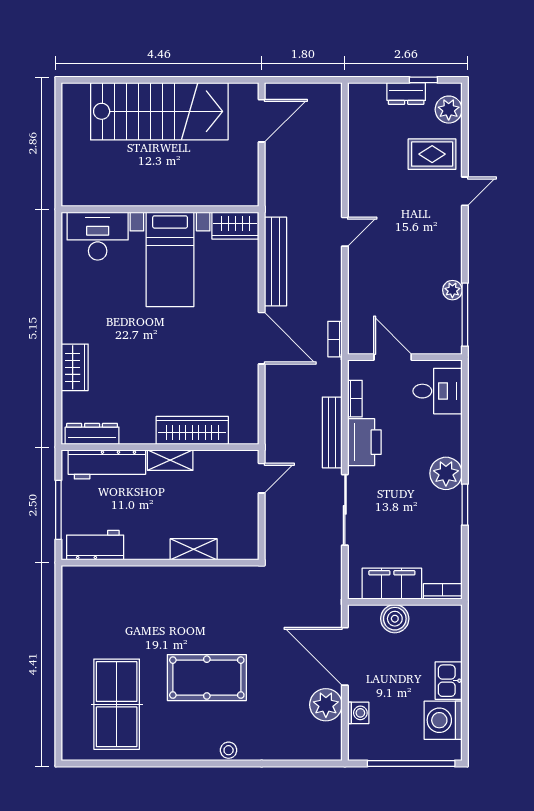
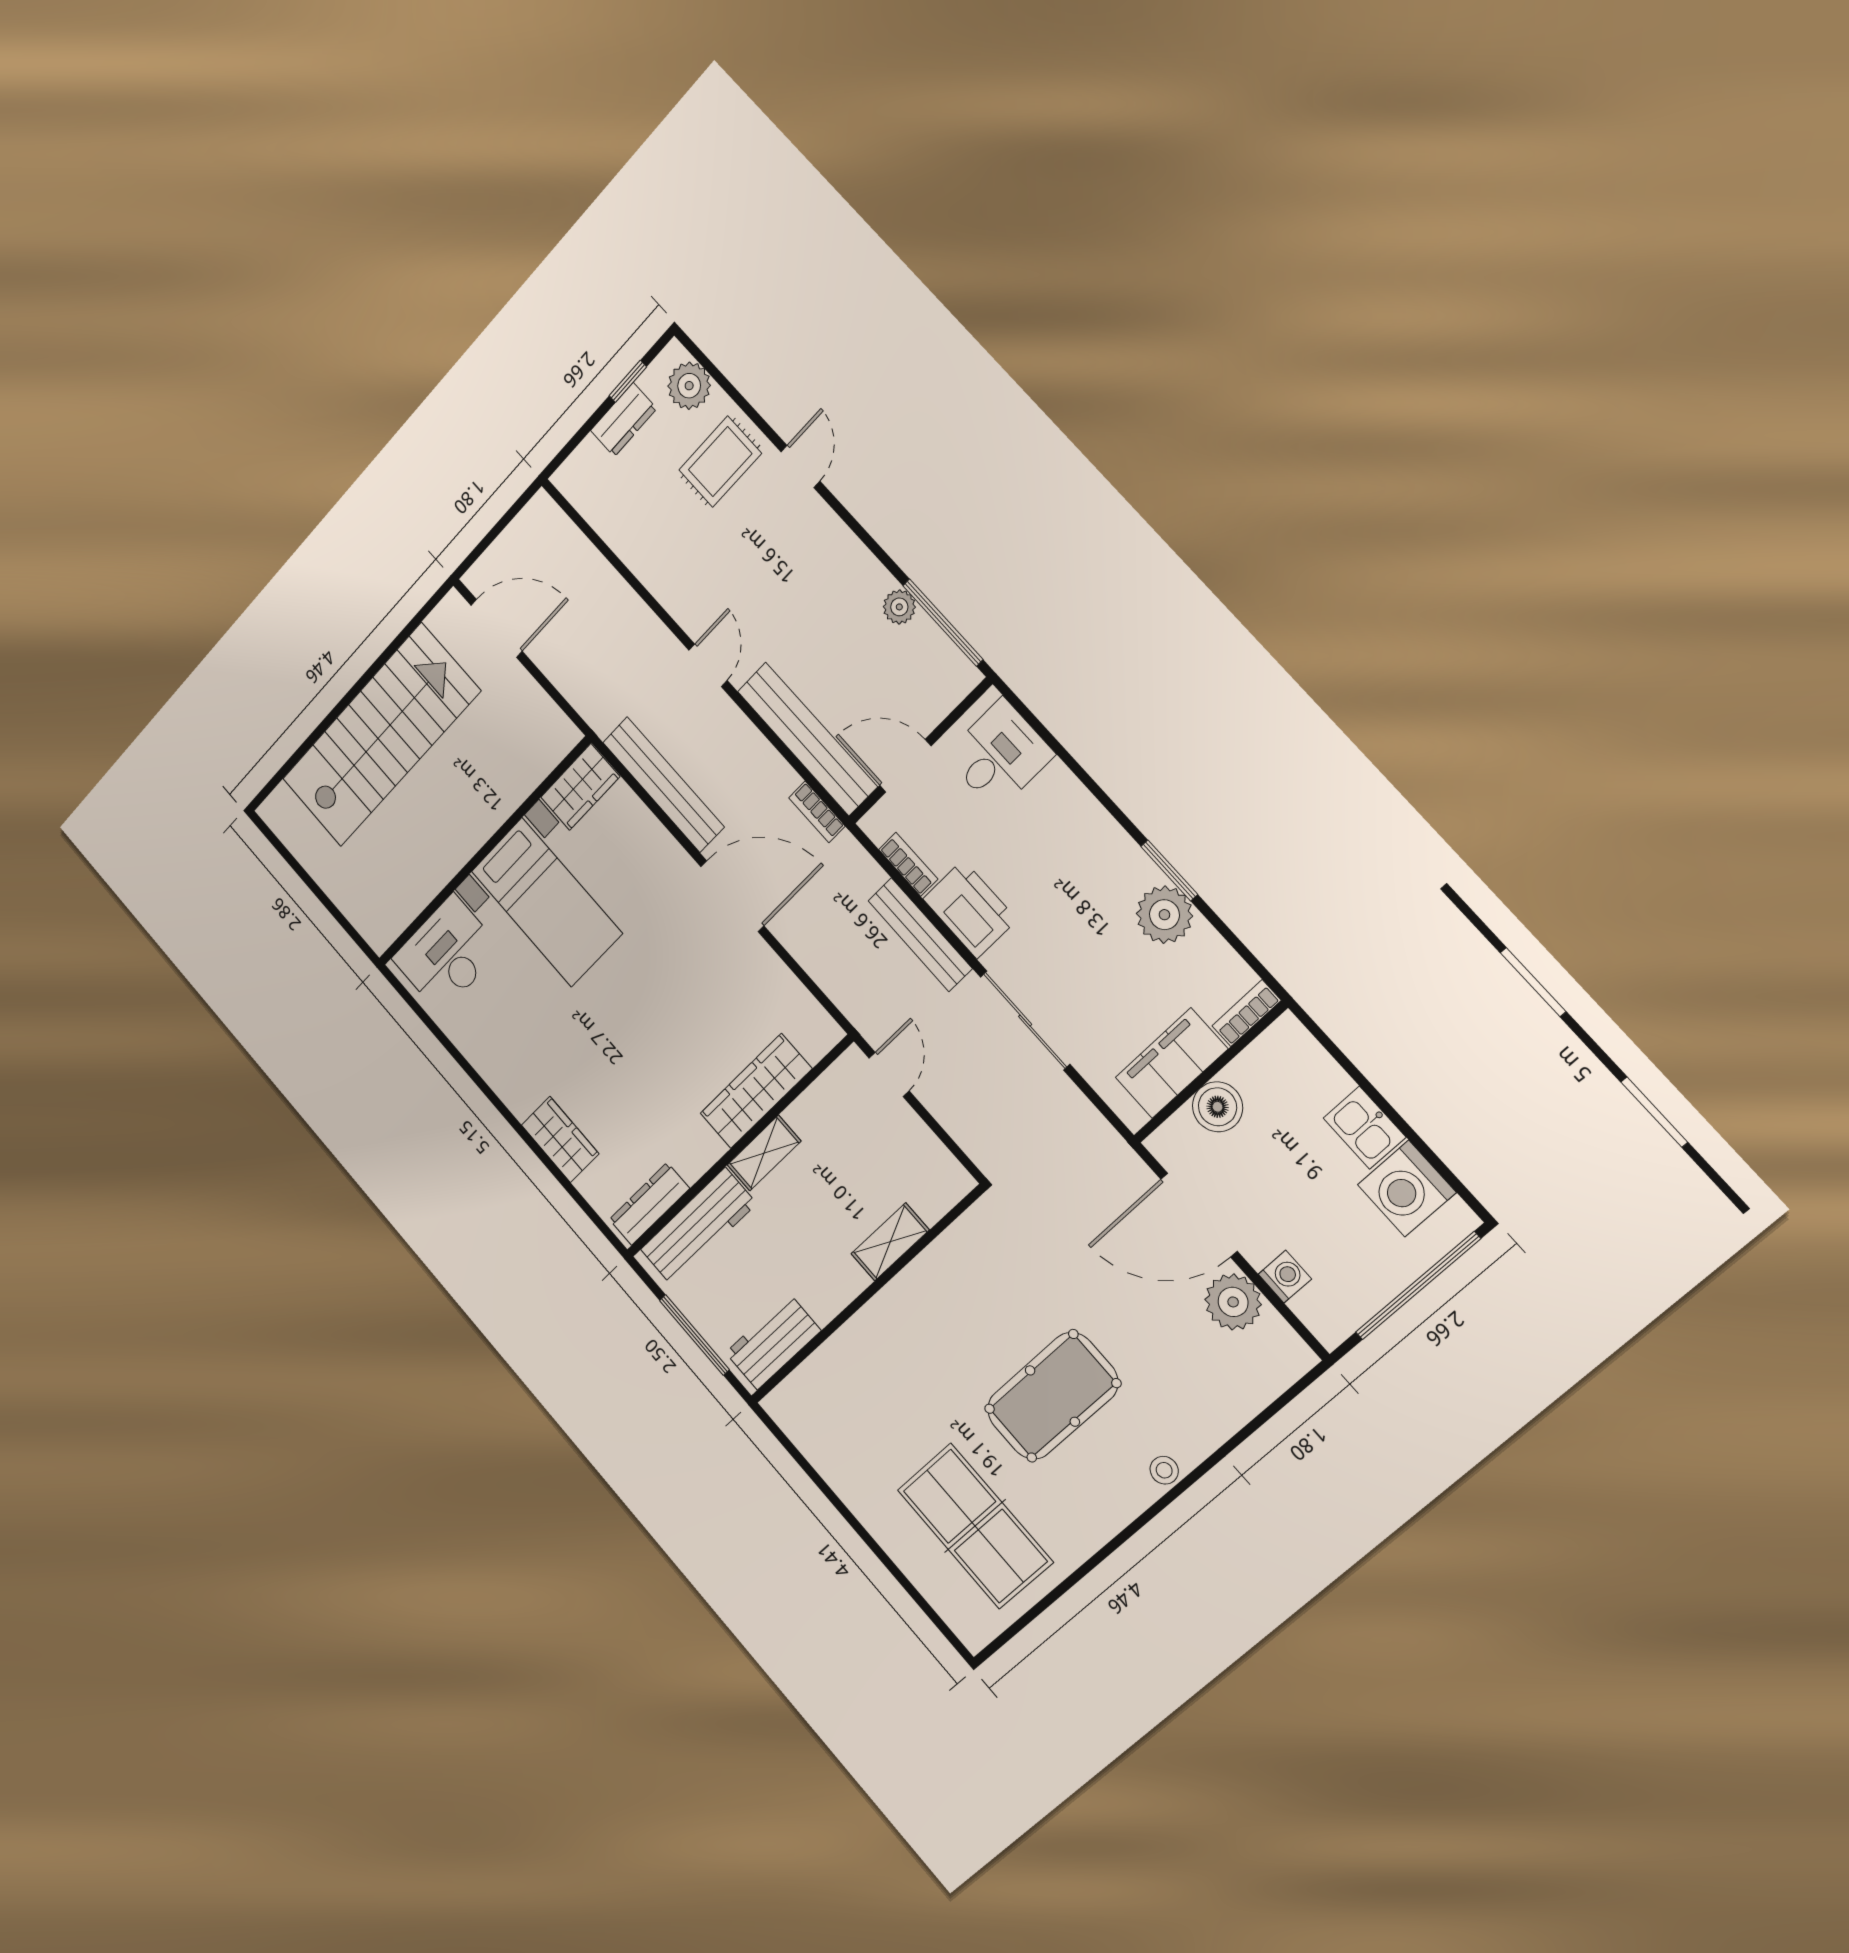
door: (262, 121) -> (497, 628), hinge flipped
bench: (360, 305) -> (807, 739), added
plant: (446, 473) -> (1164, 915), moved

